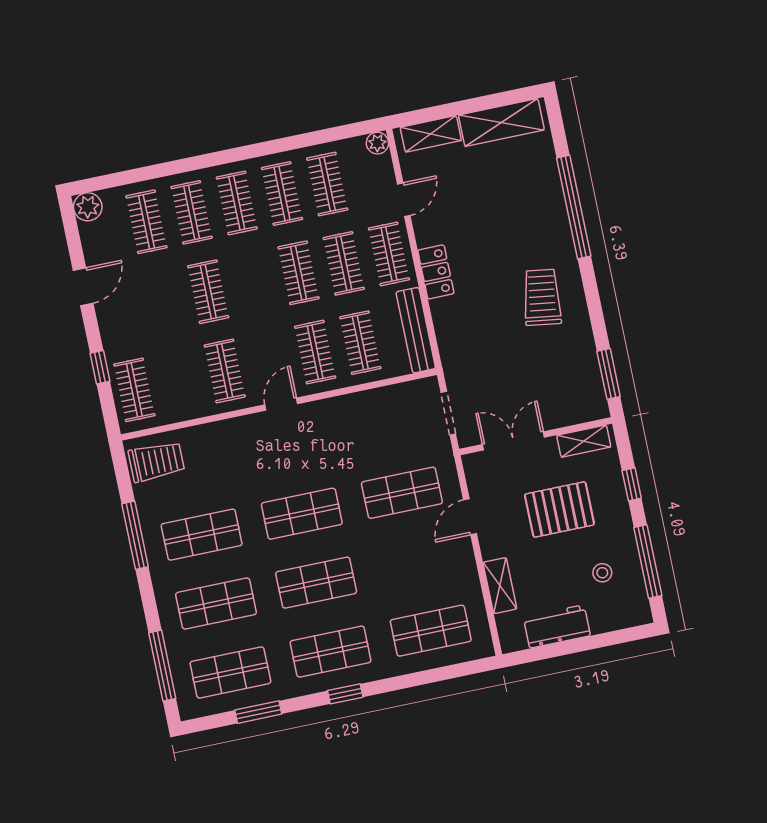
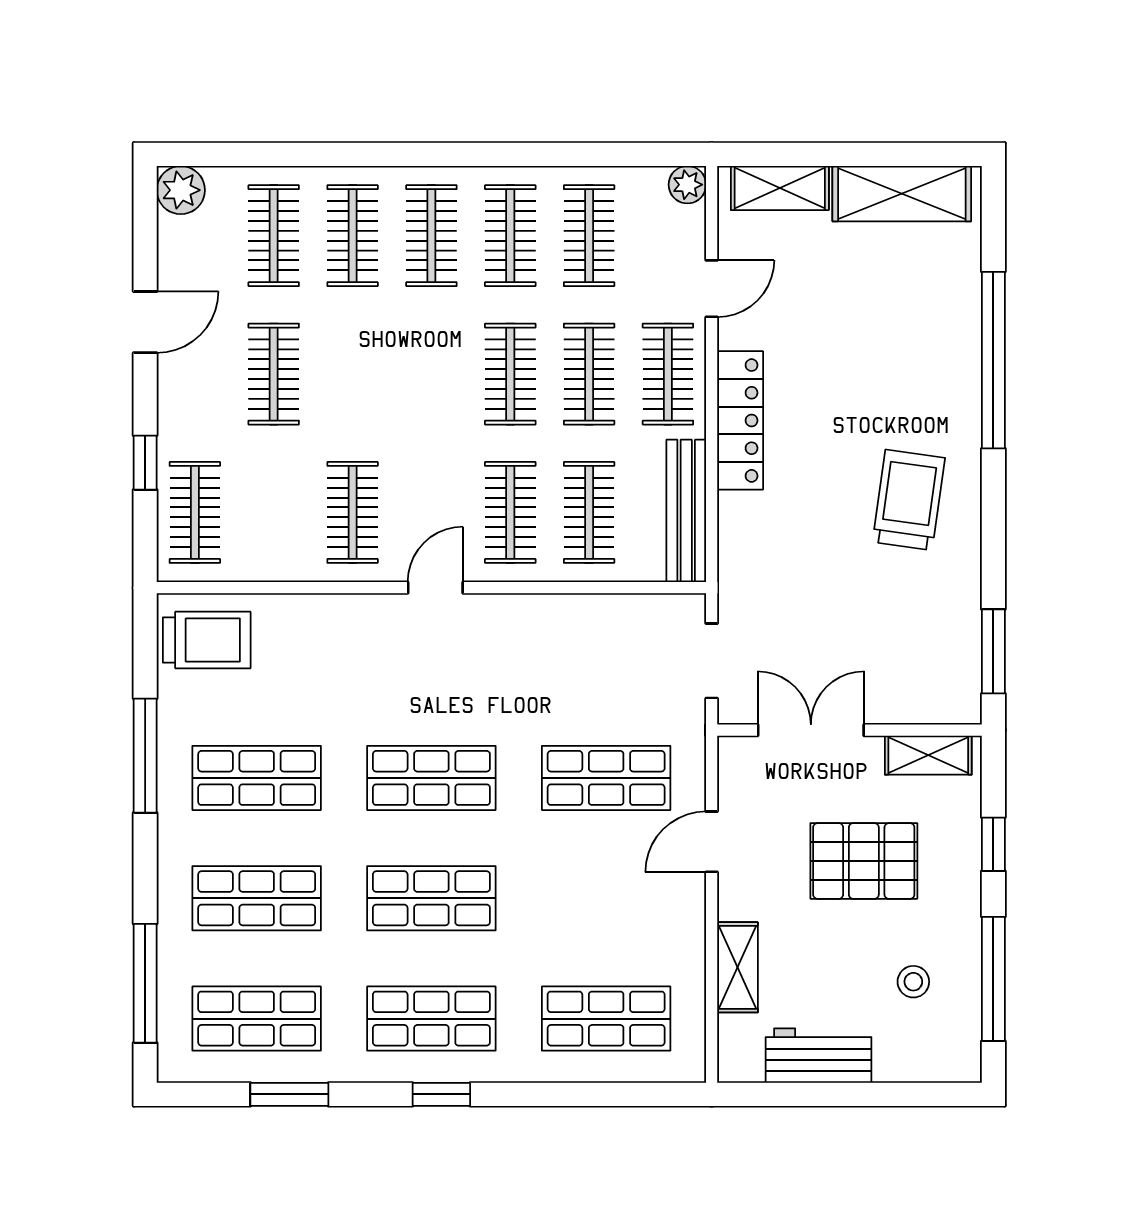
locker: (436, 272) -> (740, 420), width x1.53
clothes rail: (208, 292) -> (274, 374), moved

